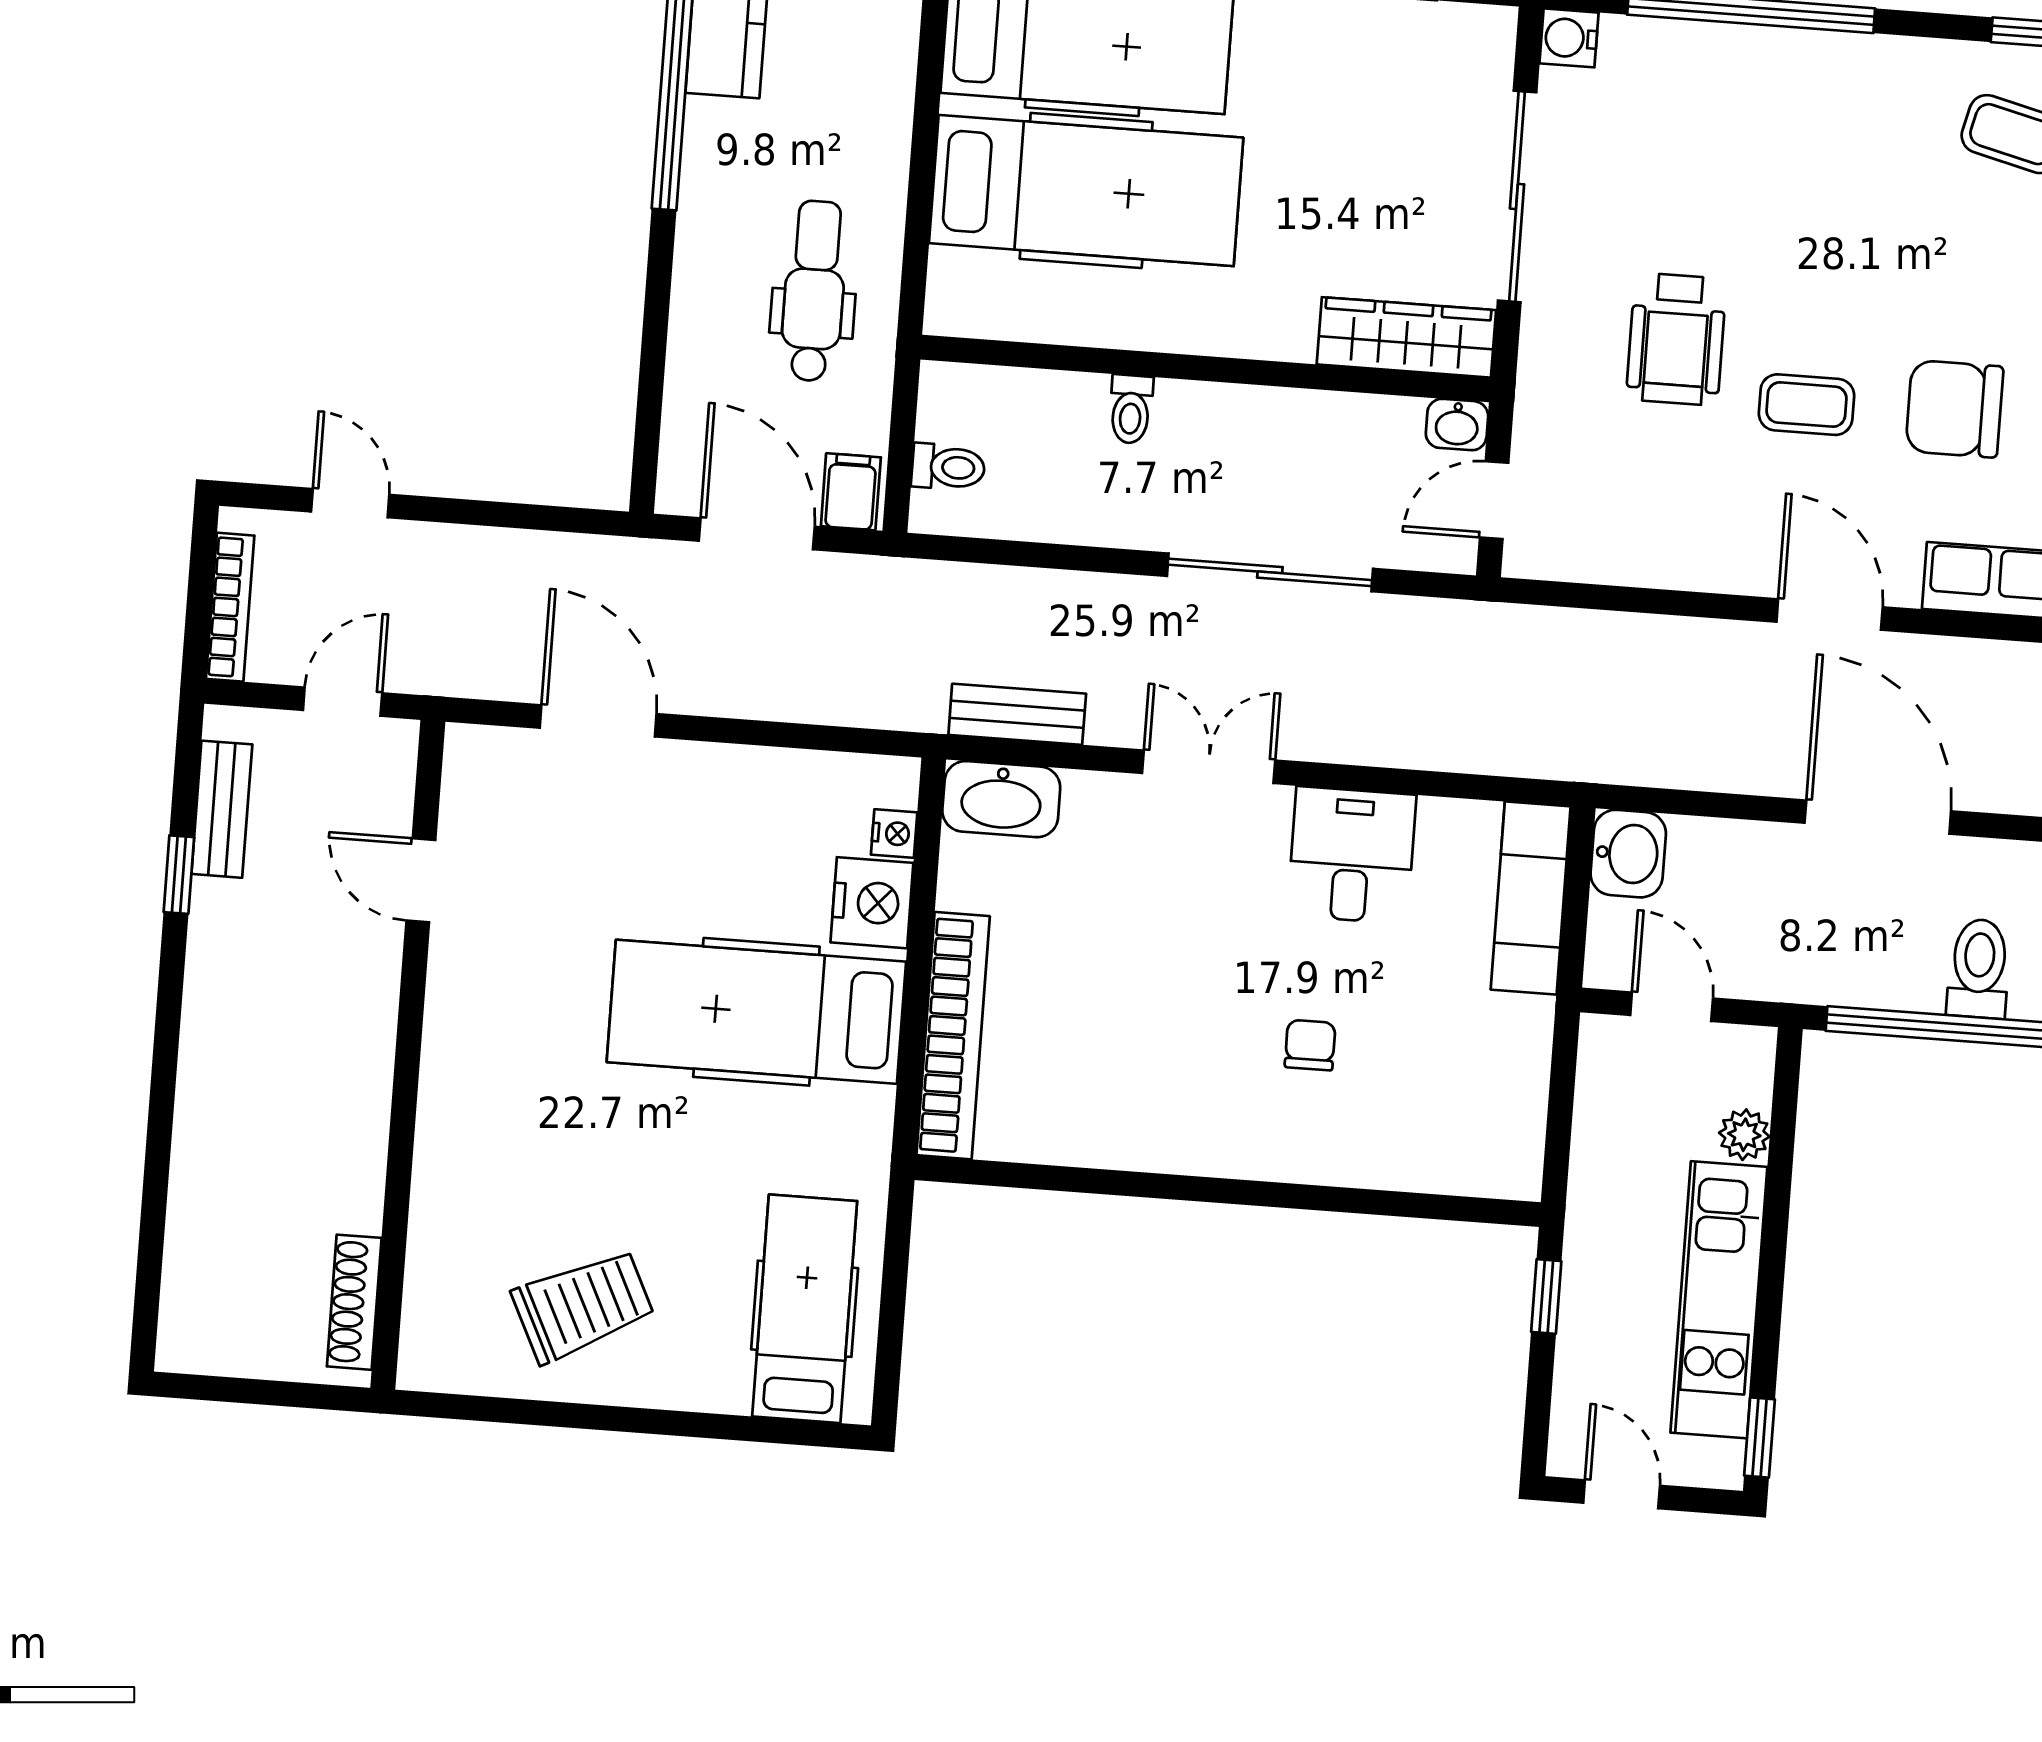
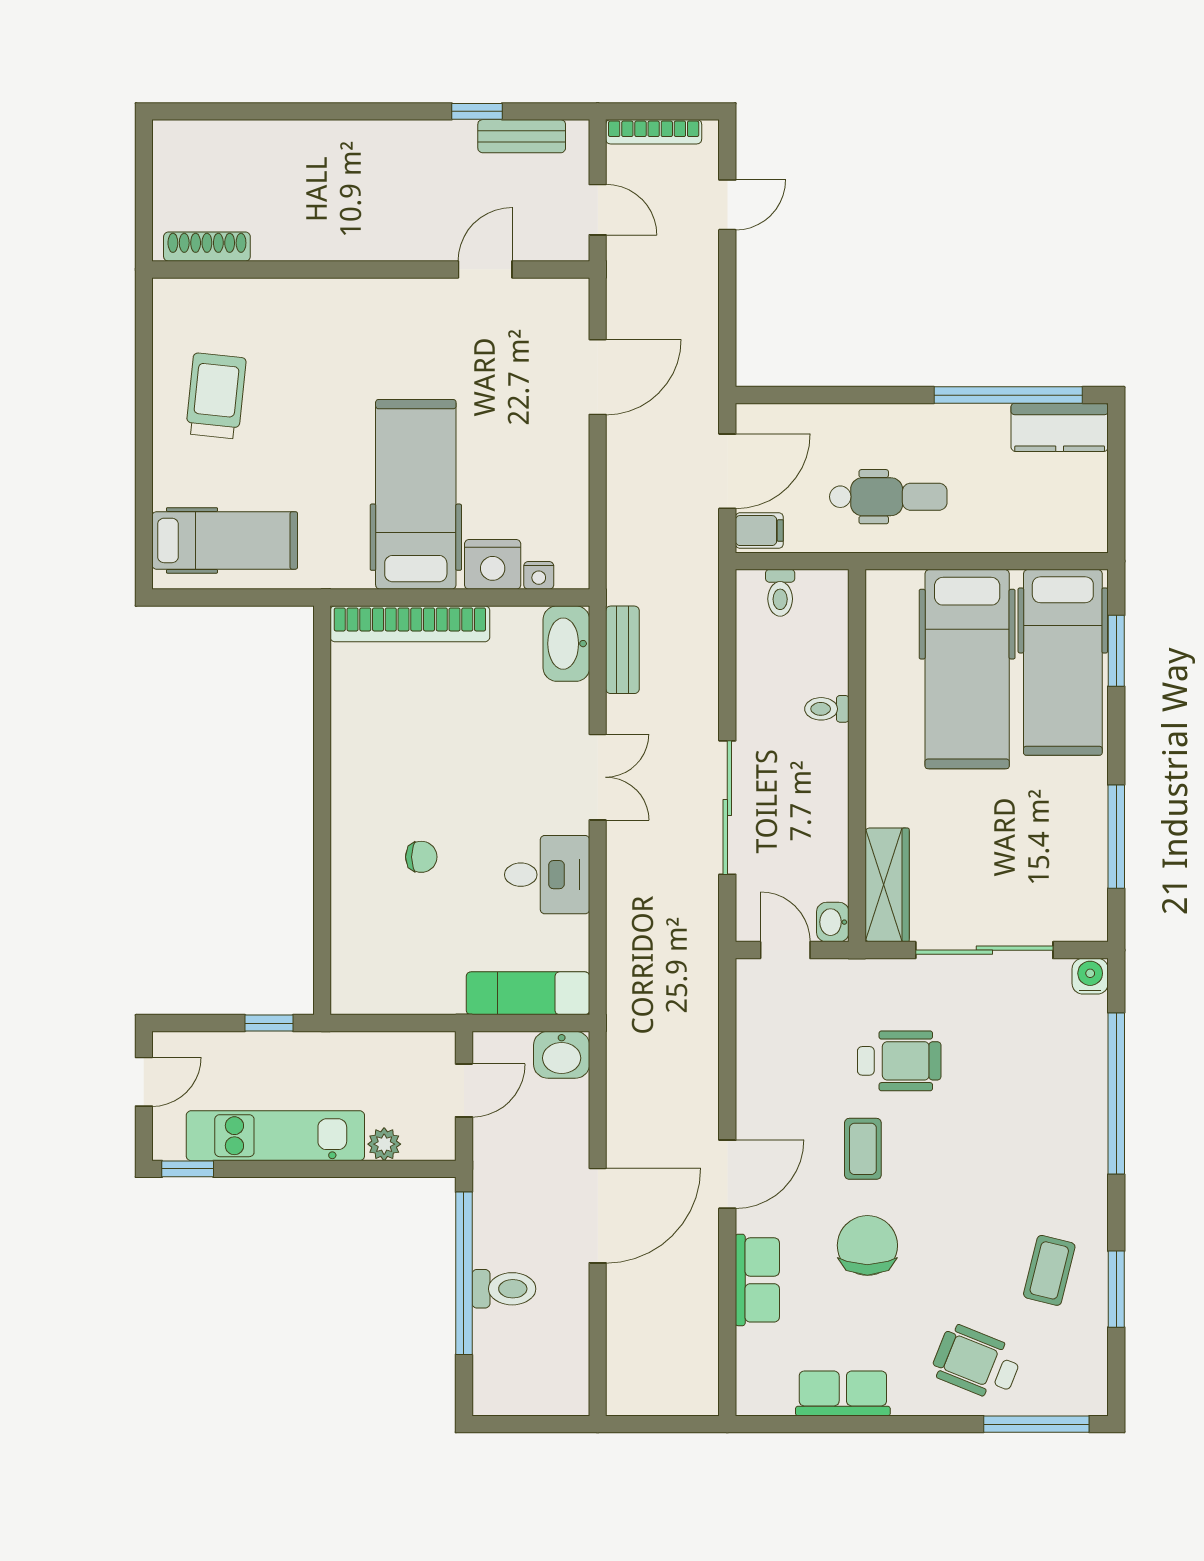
wheelchair: (1676, 339) -> (899, 1061), turned 180
trolley: (583, 1306) -> (216, 396), turned -148

